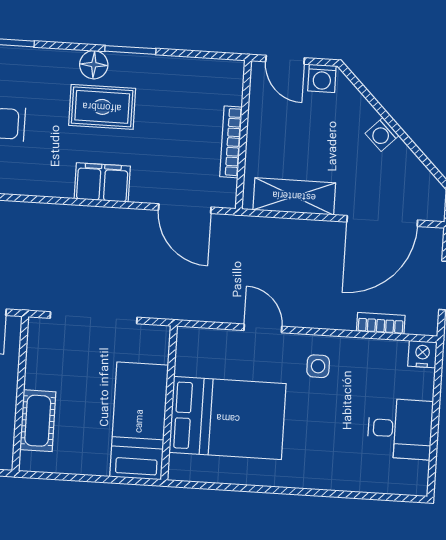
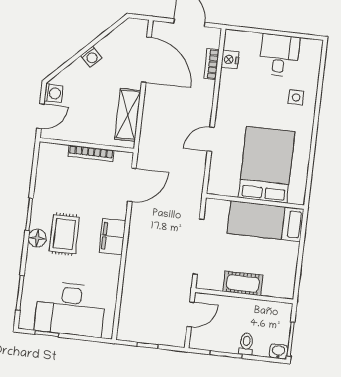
nightstand: (422, 354) -> (230, 60), moved
side table: (318, 366) -> (296, 97), moved
cot: (38, 421) -> (243, 283), moved

